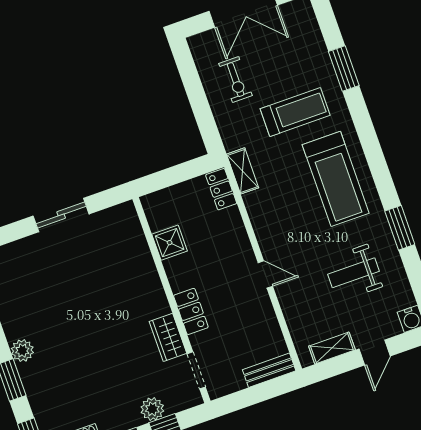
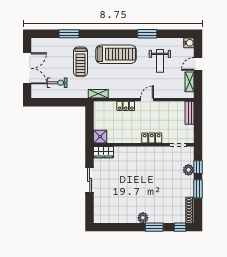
treadmill: (295, 112) -> (81, 62), turned 180
locker: (221, 189) -> (126, 106), moved
shower: (170, 243) -> (100, 137), moved
wardrobe: (168, 337) -> (104, 152), moved
door: (375, 353) -> (198, 64), swing flipped

